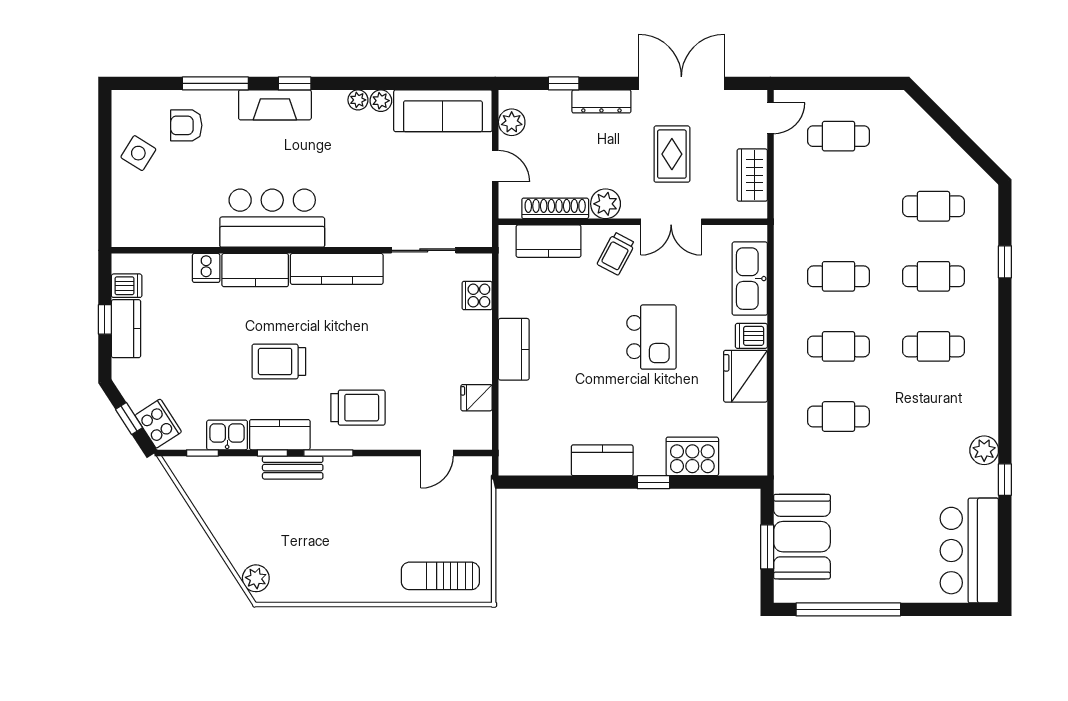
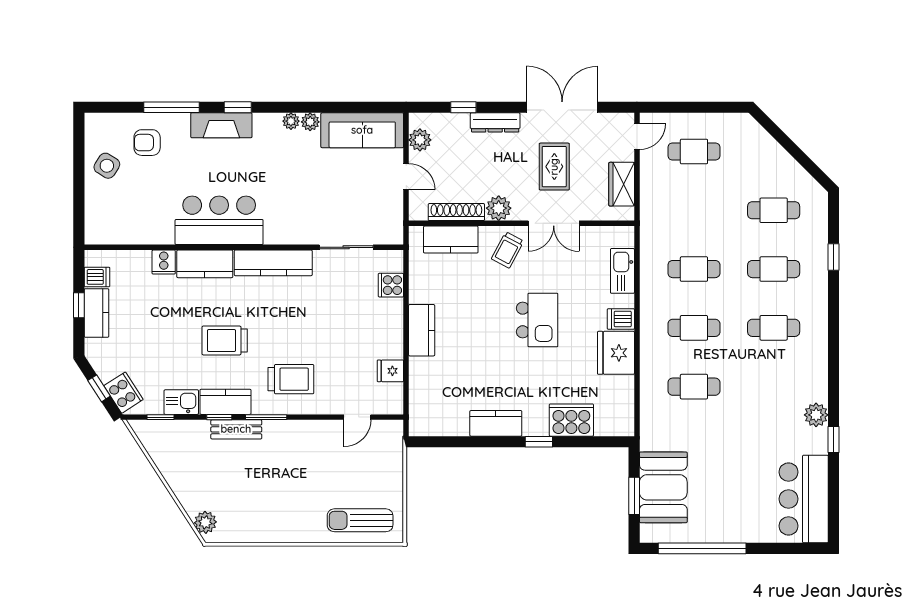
kitchen sink: (750, 279) -> (622, 271), width x0.73, depth x0.81

